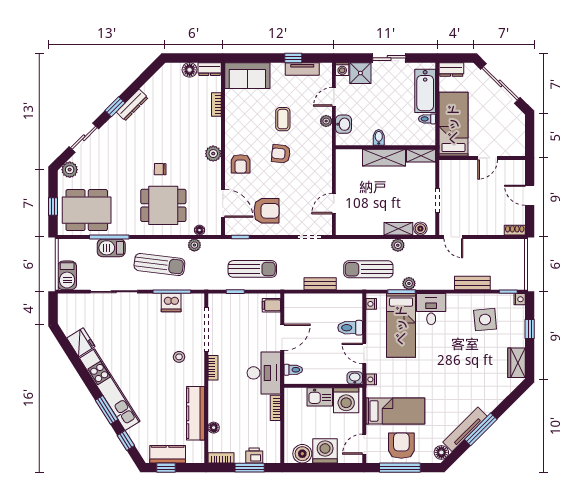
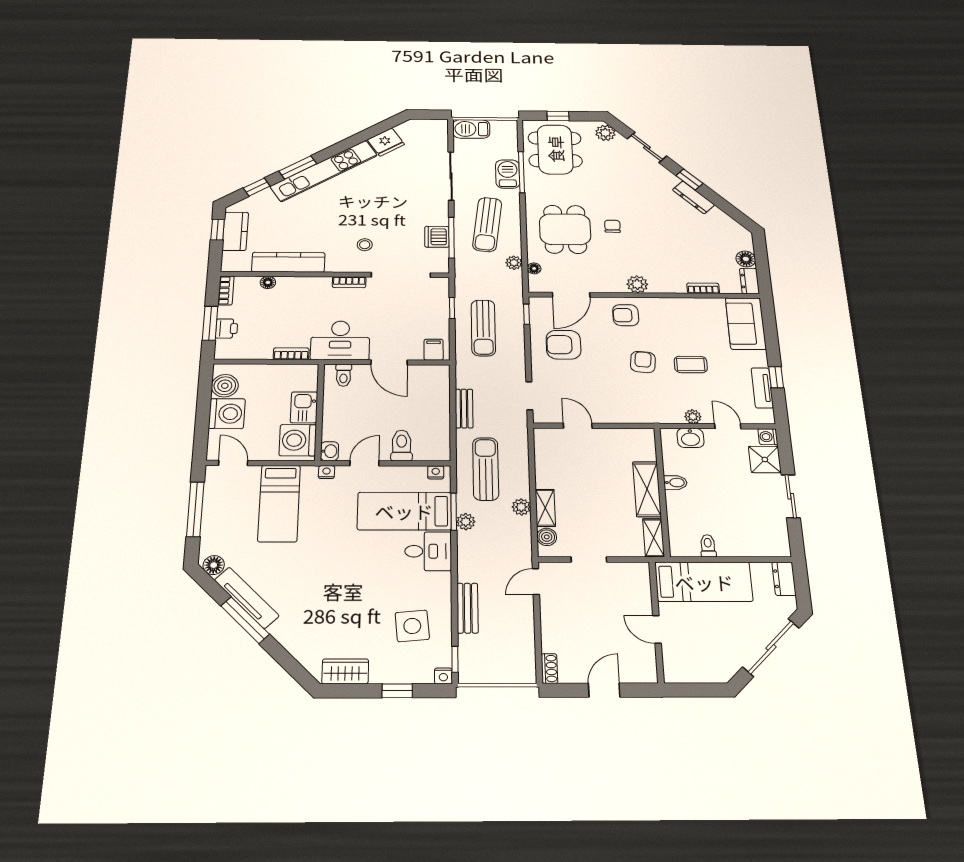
bathtub: (425, 91) -> (749, 543), removed
armchair: (266, 211) -> (563, 345), turned 90
armchair: (401, 446) -> (228, 511), removed

